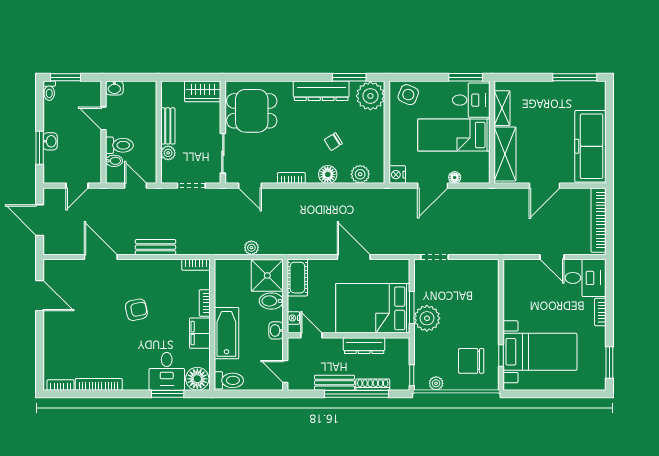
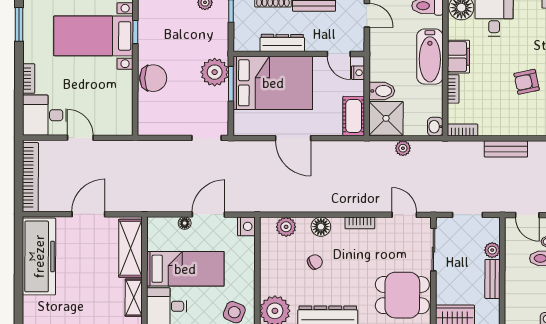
washbasin: (276, 330) -> (435, 127), moved, turned 180
chair: (471, 361) -> (153, 78), moved

